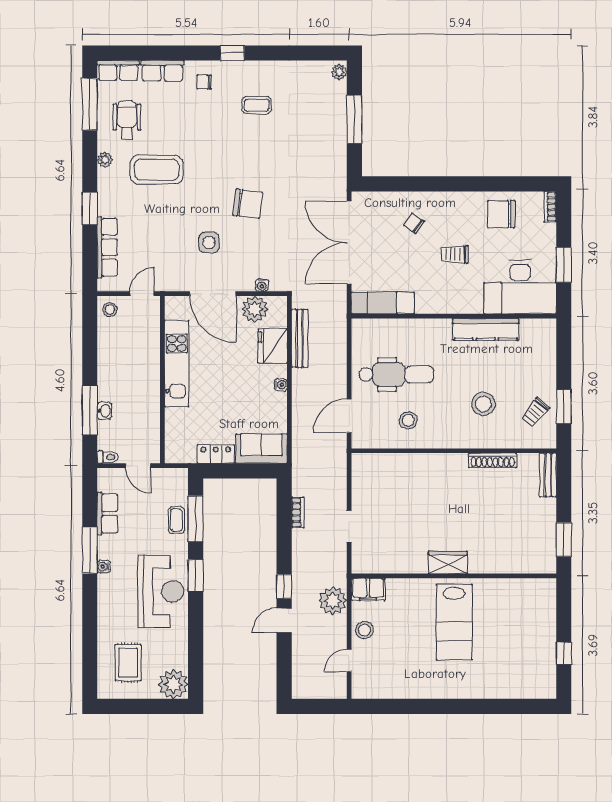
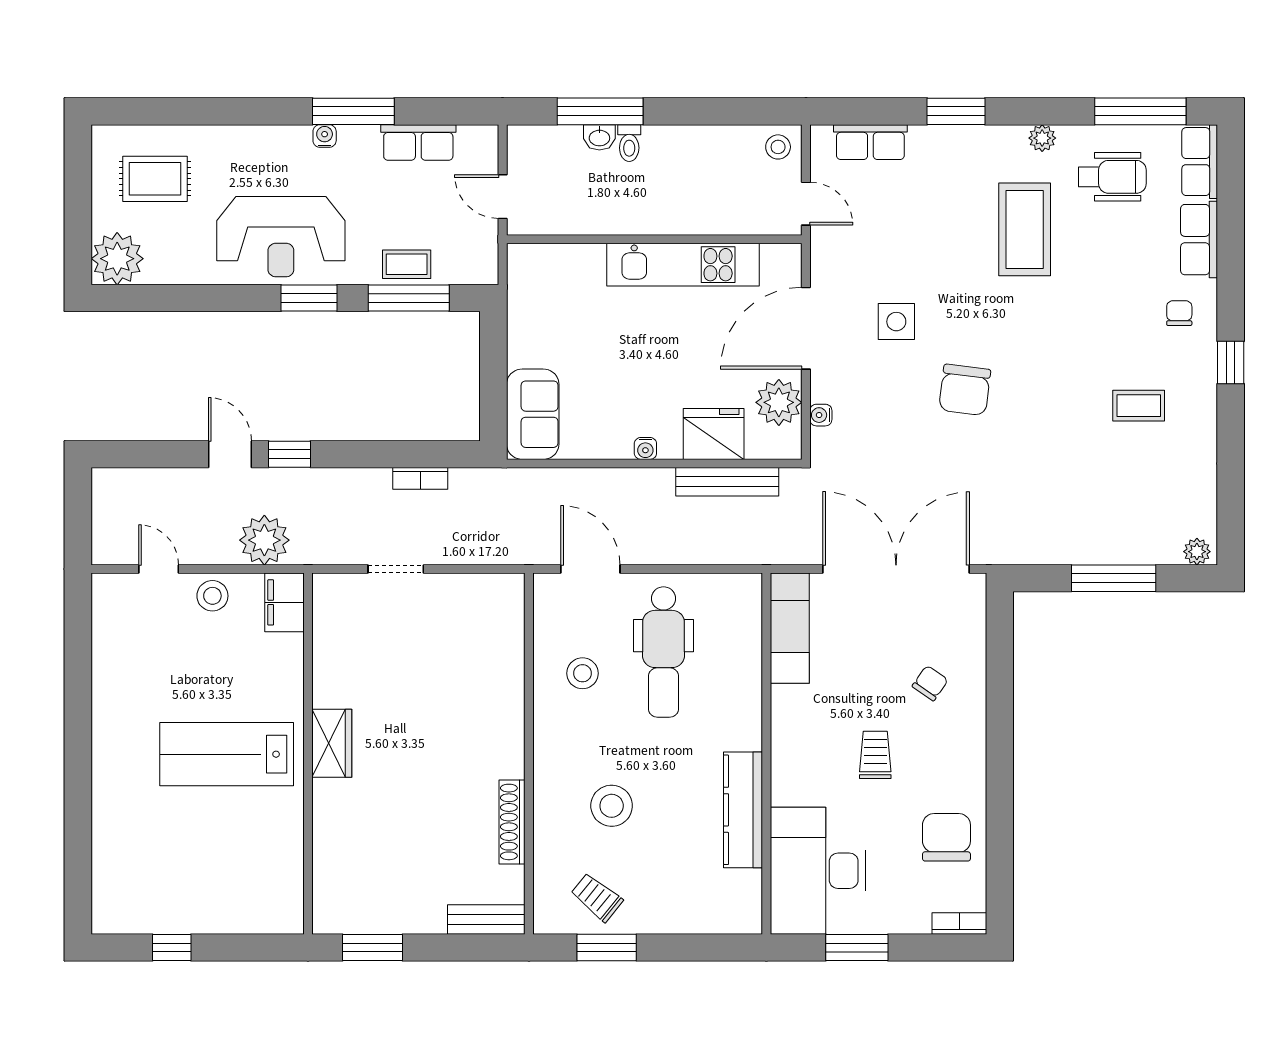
coffee table: (257, 105) -> (1139, 406), turned 90
row of seats: (107, 247) -> (870, 142), width x0.68
locker: (216, 454) -> (523, 334), removed
toilet: (108, 457) -> (629, 143), moved
door: (138, 466) -> (503, 197), hinge flipped

